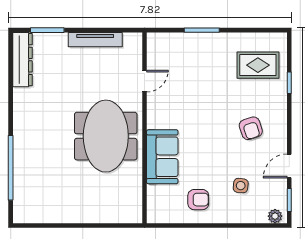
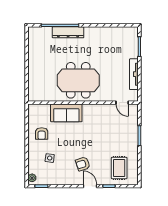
dresser: (23, 60) -> (68, 32), moved
door: (144, 81) -> (122, 103), moved
door: (289, 166) -> (90, 186), moved

